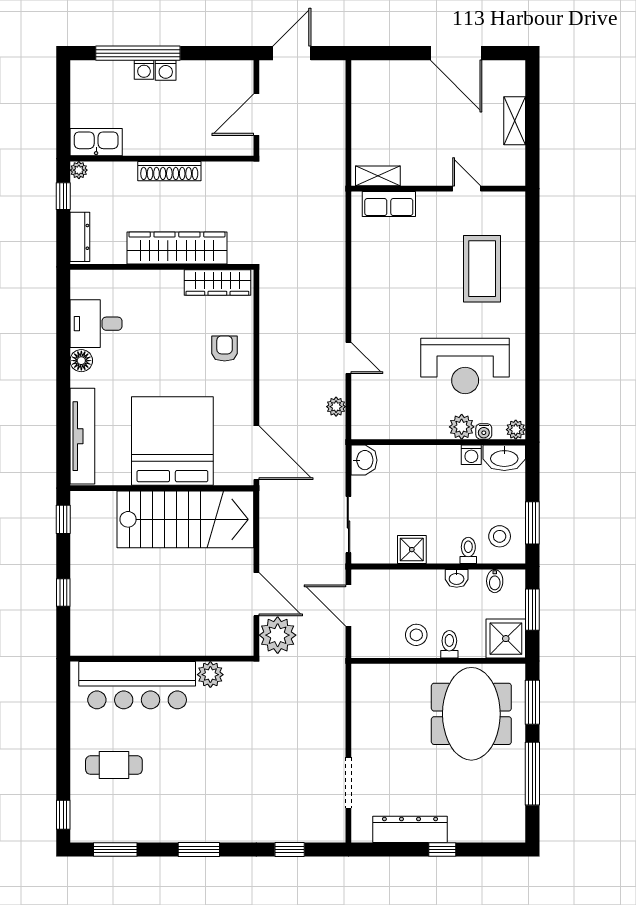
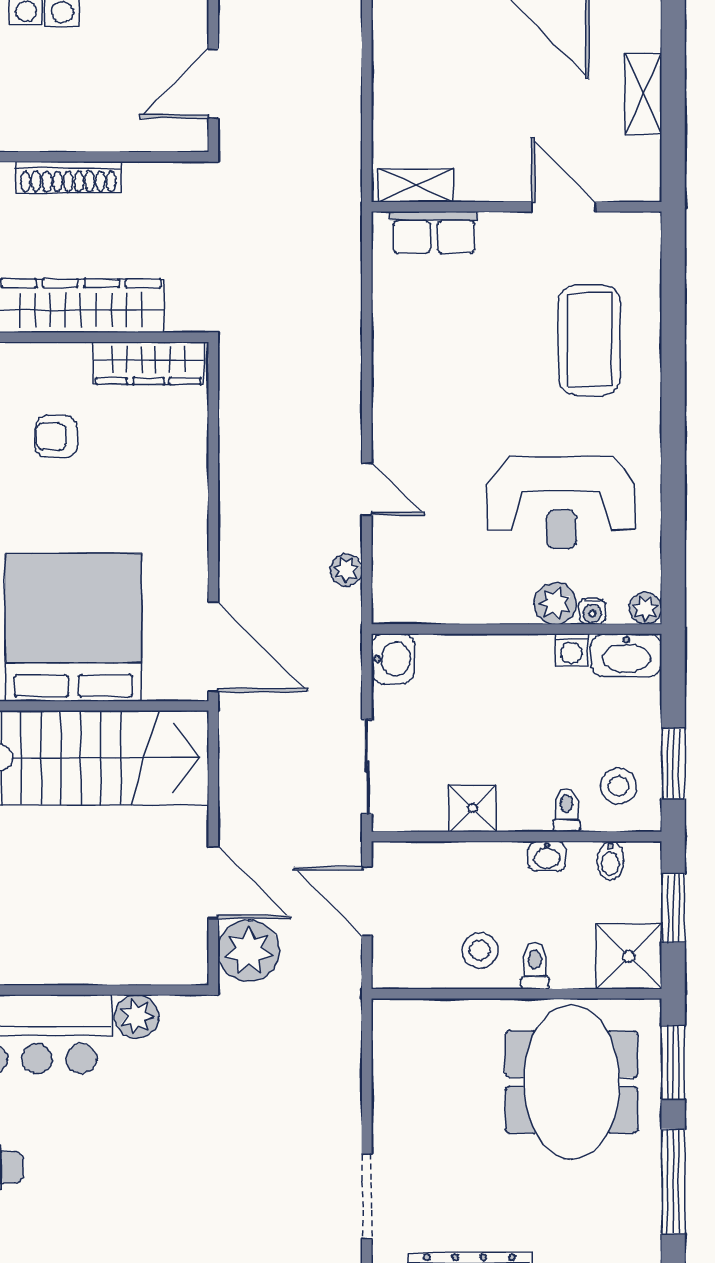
door: (467, 189) -> (564, 207), width x1.38
armchair: (225, 348) -> (56, 437), moved, turned -90

